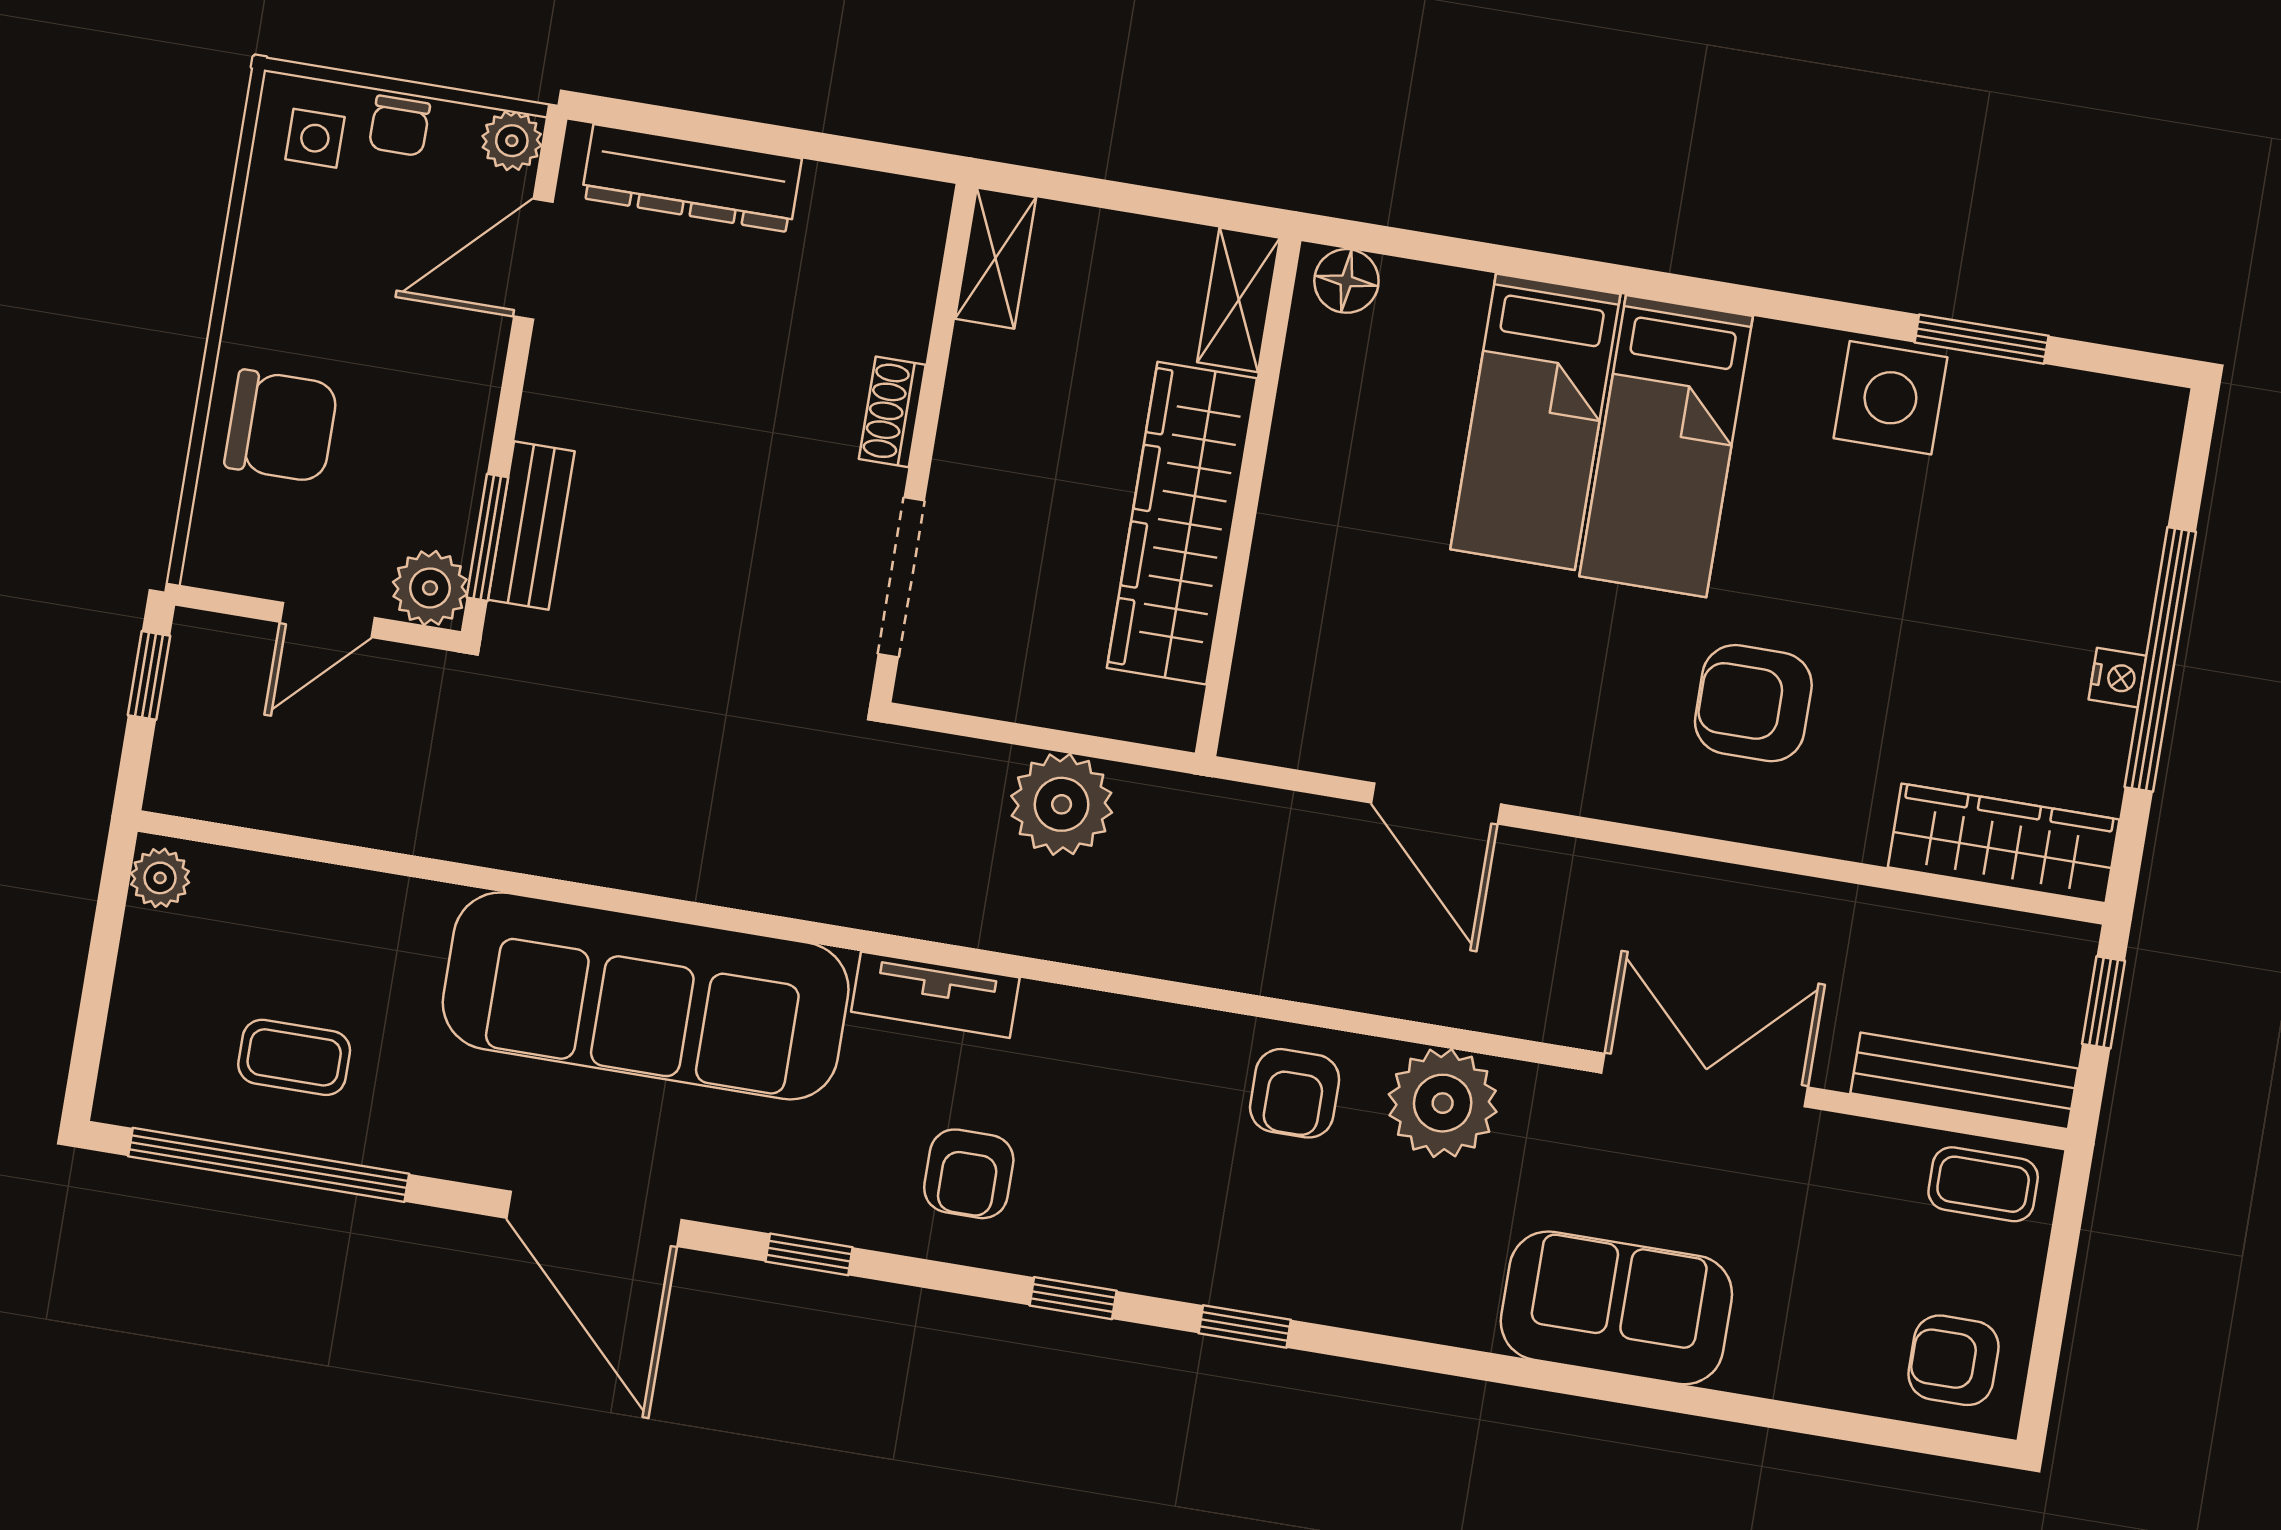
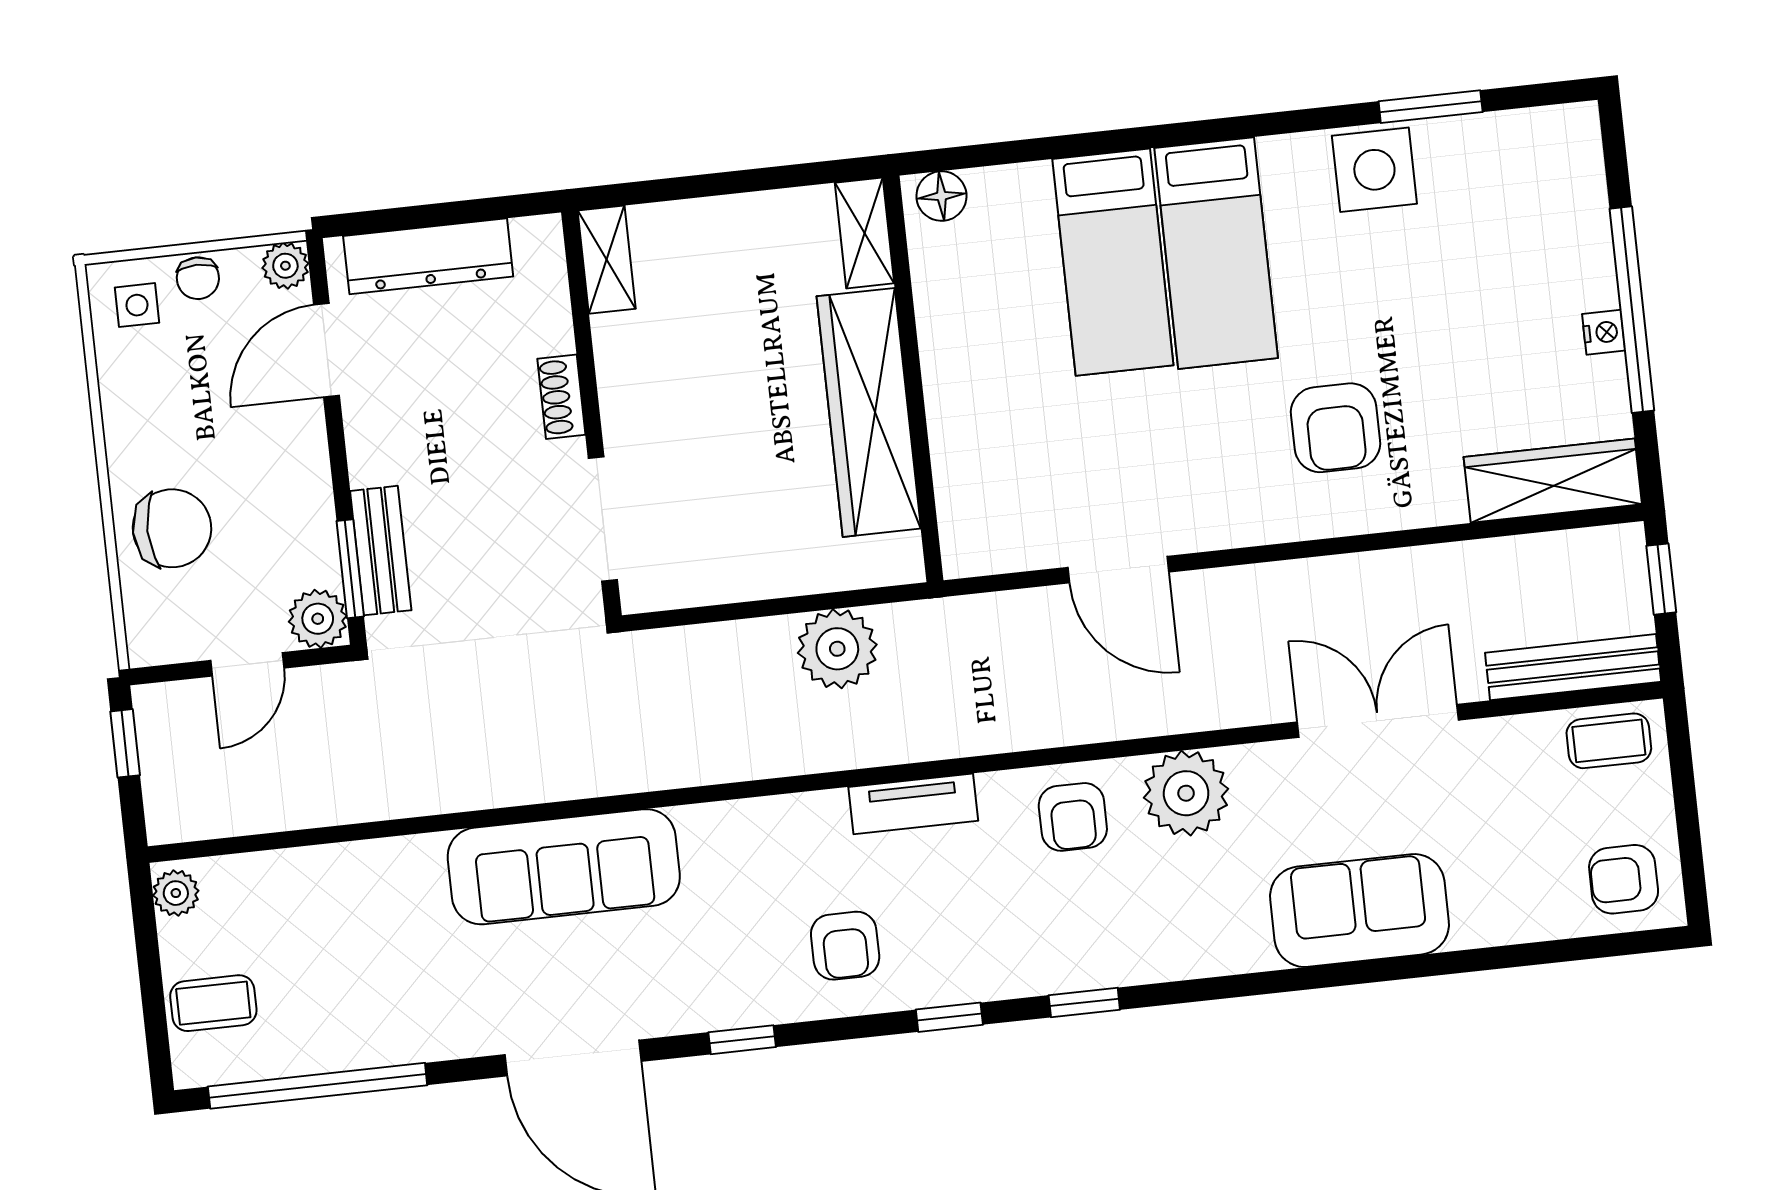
shelving: (995, 258) -> (607, 260), moved
shoe rack: (892, 412) -> (561, 397), moved
wall: (924, 443) -> (591, 414), moved
doorway: (901, 577) -> (603, 519), moved
armchair: (1753, 703) -> (1335, 428), turned -90
tv unit: (935, 995) -> (913, 804), moved
sofa: (646, 996) -> (564, 867), width x0.74, depth x0.79
coffee table: (294, 1057) -> (213, 1003), moved

